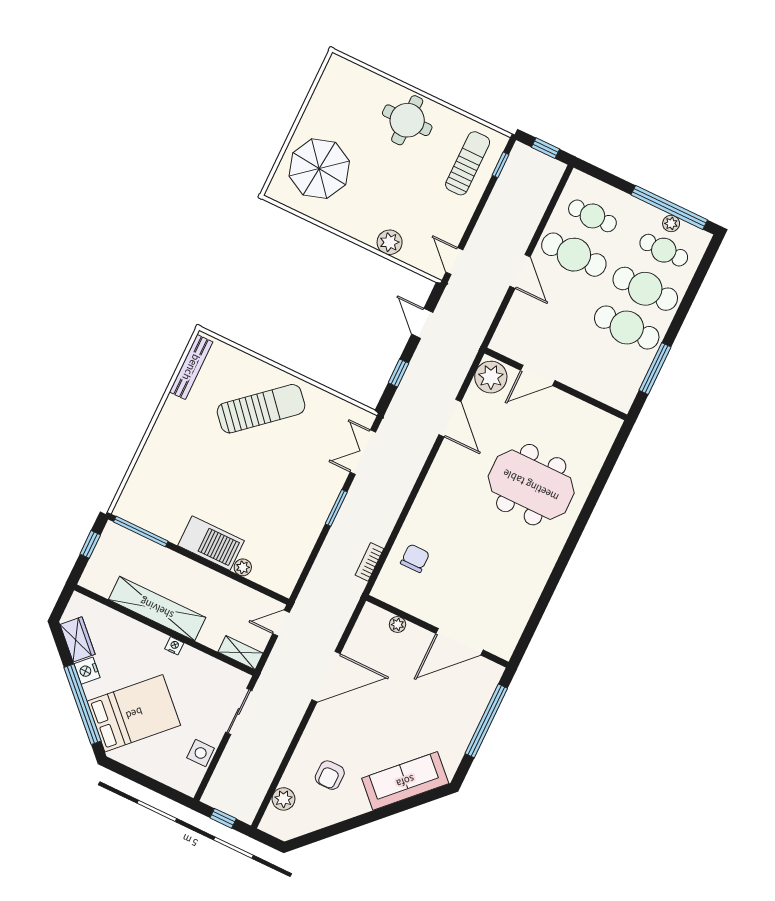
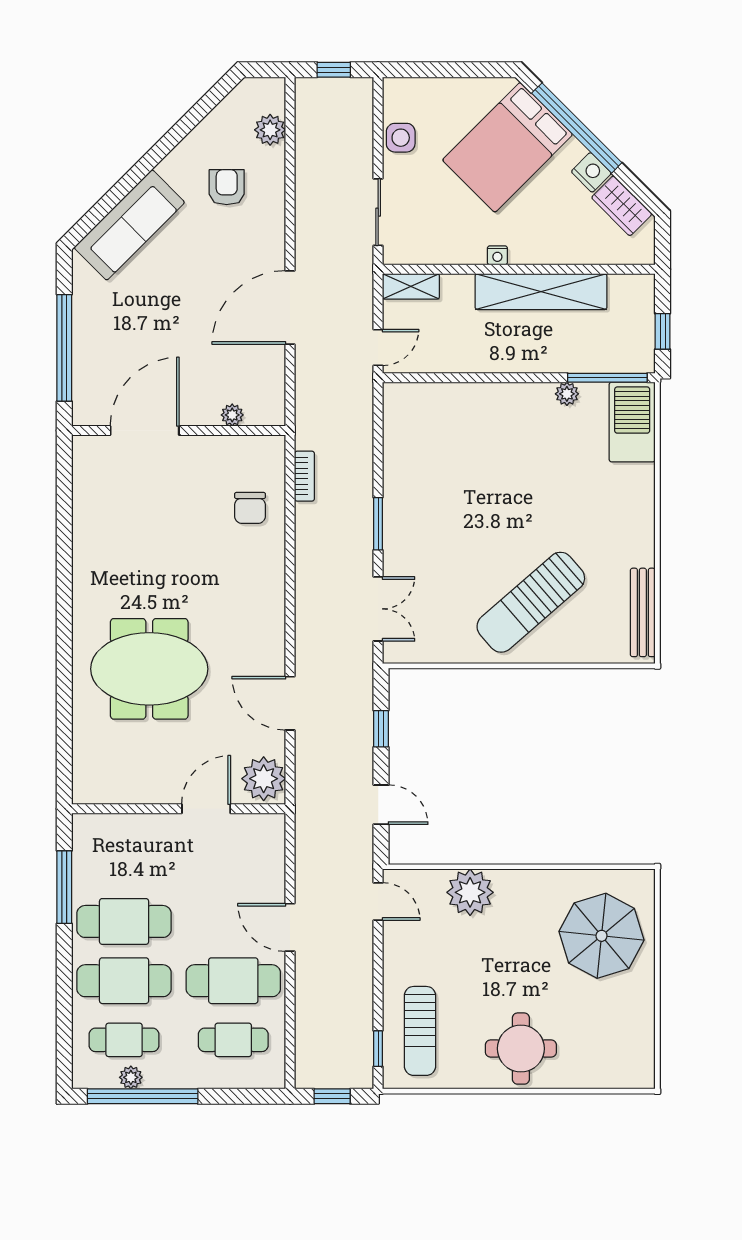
plant: (390, 242) -> (470, 892), width x1.36, depth x1.36
barbecue: (211, 543) -> (632, 422), moved, turned 90
plant: (243, 567) -> (567, 394), moved

